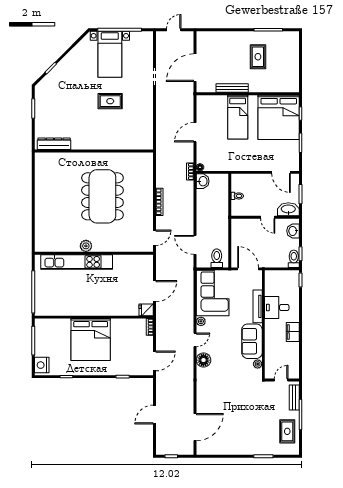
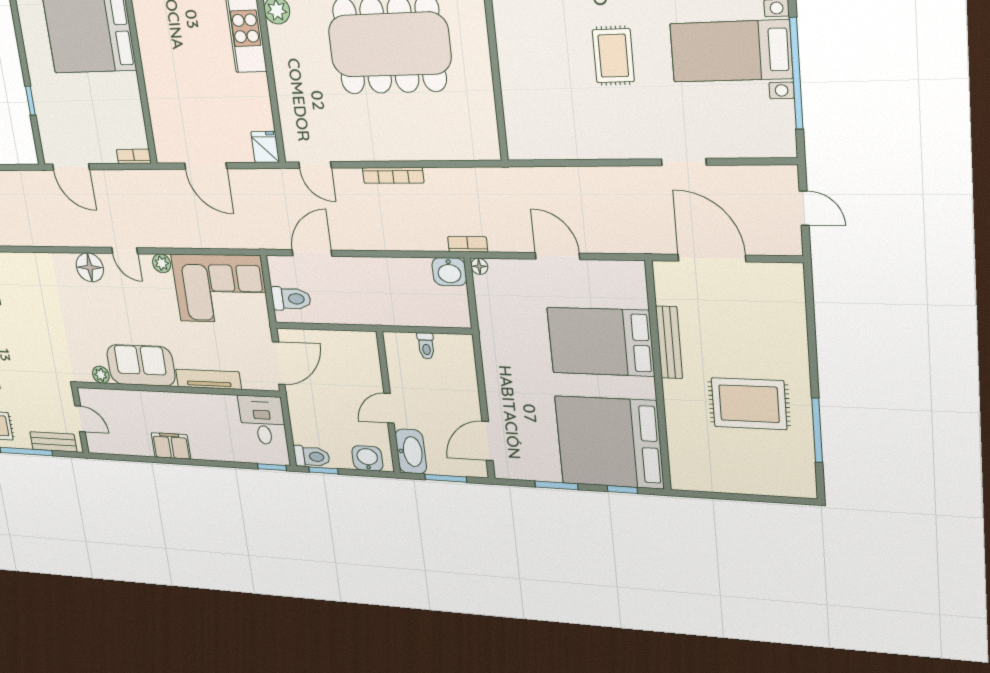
rug: (258, 57) -> (749, 404), width x1.36, depth x1.43
bed: (238, 117) -> (601, 342), width x1.50
desk: (277, 308) -> (262, 420), moved
fridge: (146, 310) -> (265, 147), moved

